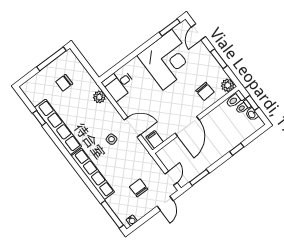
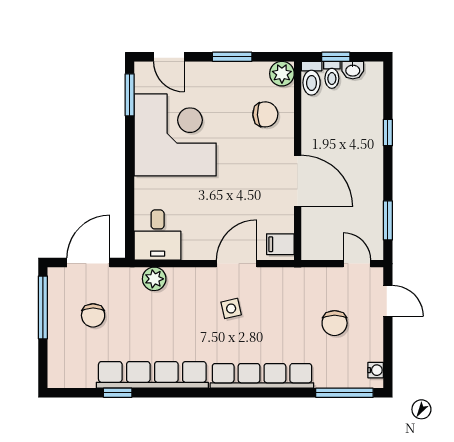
door: (85, 64) -> (88, 262), added
chair: (139, 188) -> (335, 323), turned -90

